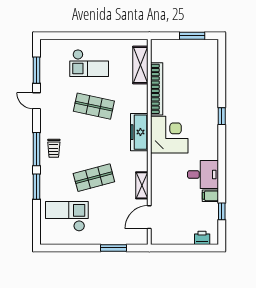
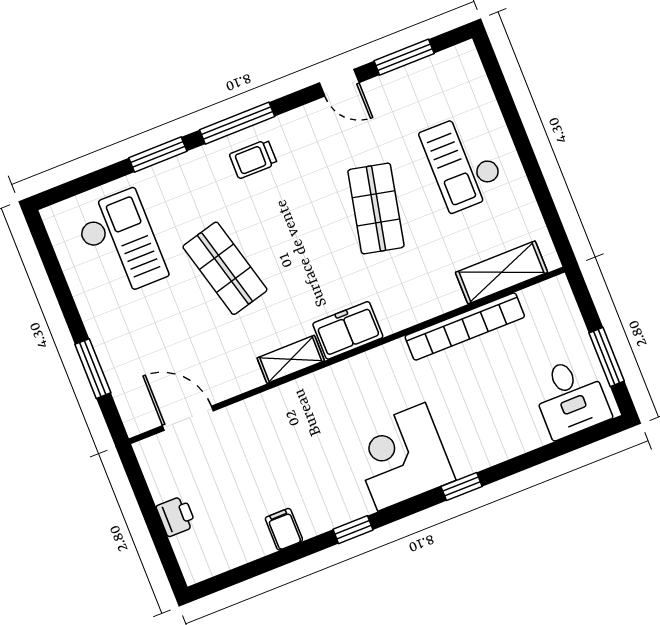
door: (36, 101) -> (339, 83), swing flipped
freezer: (139, 132) -> (348, 330), width x0.71
corner desk: (169, 135) -> (401, 457), moved, turned 180
desk: (203, 175) -> (571, 398), moved
shelving: (142, 185) -> (291, 359), moved
window: (222, 211) -> (353, 530), moved
printer: (202, 238) -> (176, 516), moved

